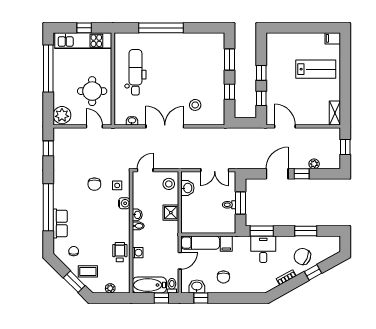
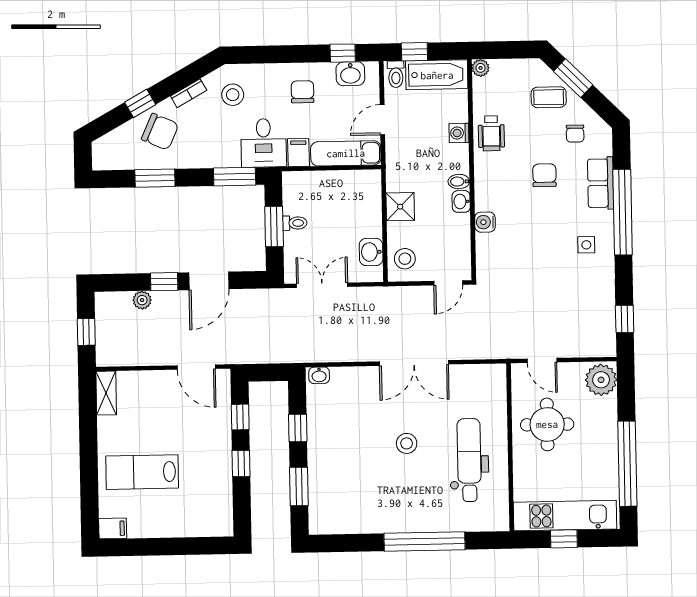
dental chair: (135, 72) -> (469, 460), turned 180
stool: (195, 105) -> (407, 443), moved
washbasin: (132, 121) -> (319, 375), moved
chair: (94, 184) -> (544, 175), moved
side table: (117, 185) -> (586, 245), moved
desk: (263, 249) -> (264, 143), moved
stool: (262, 276) -> (233, 95), added
plant: (110, 288) -> (481, 68), moved

